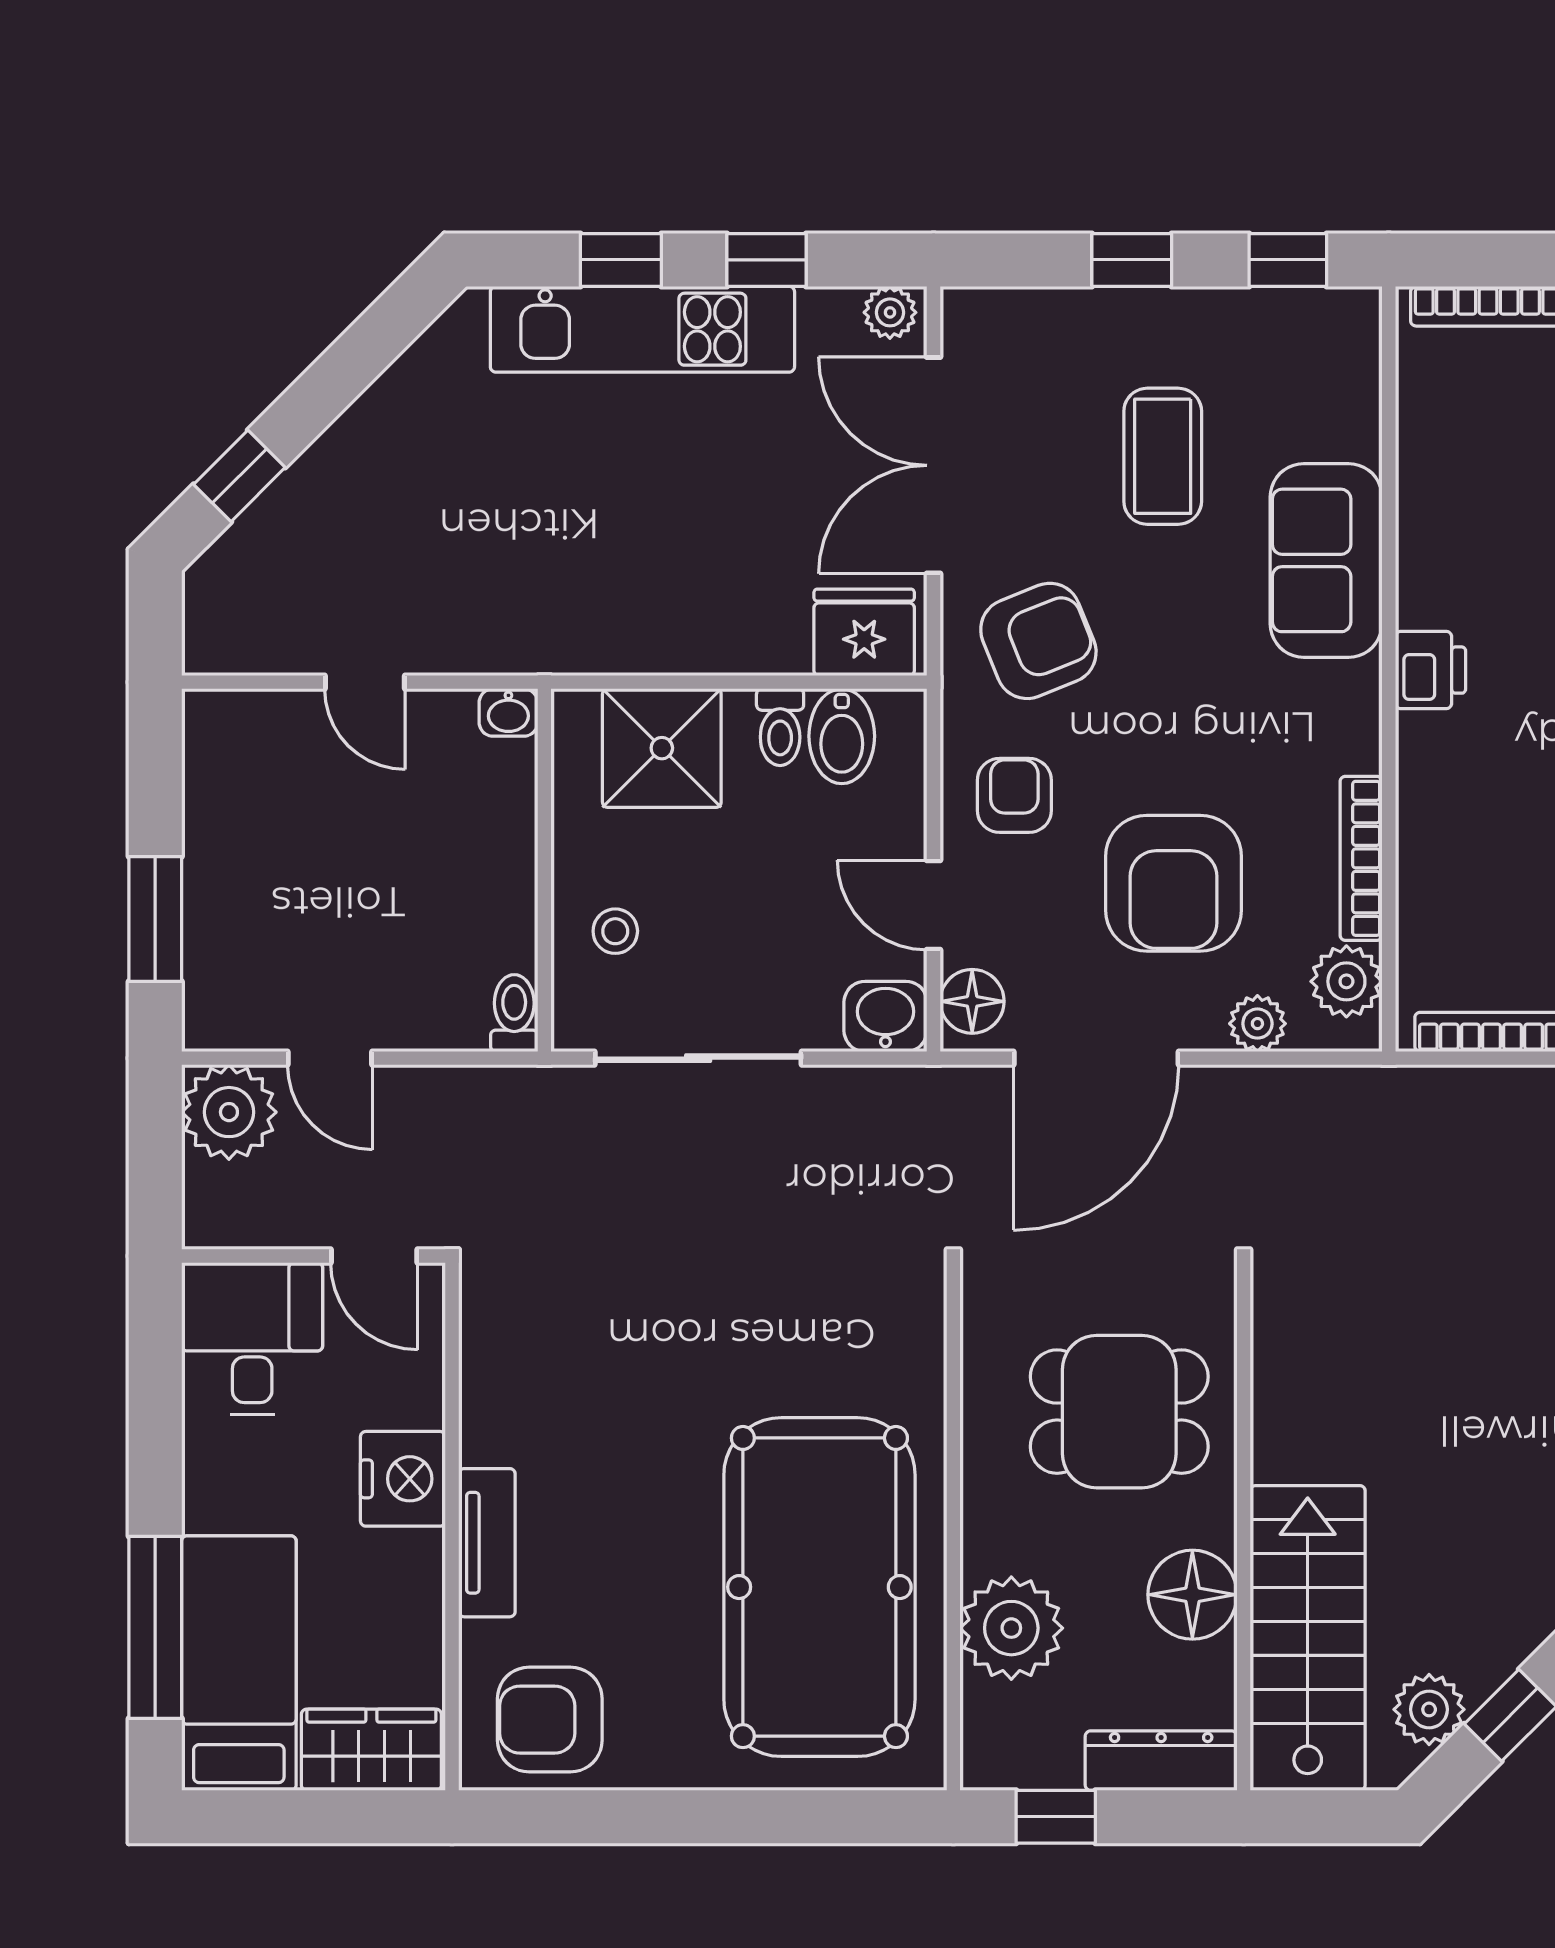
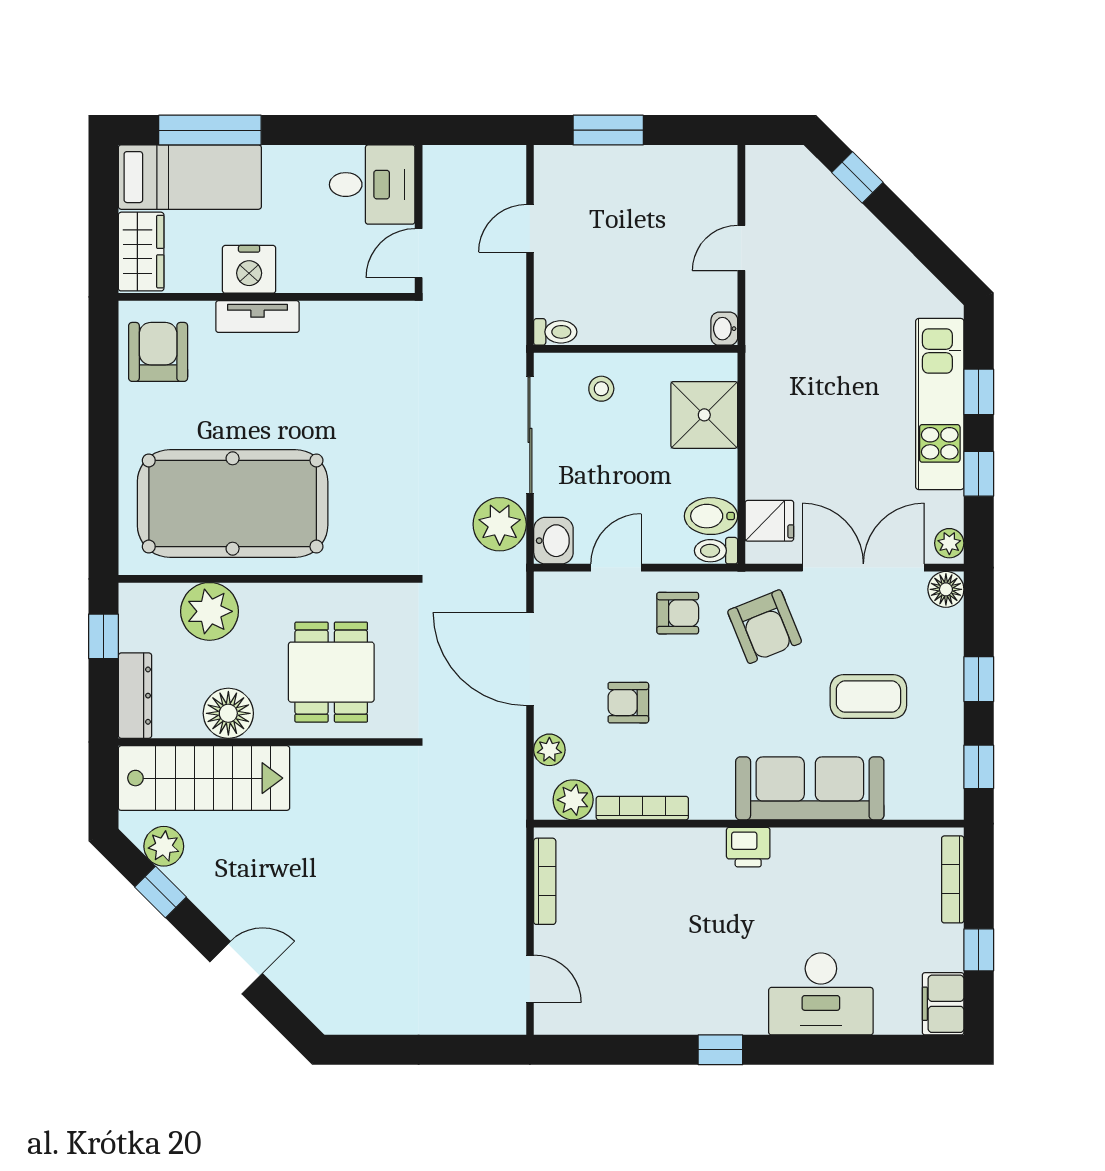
sofa: (1326, 560) -> (810, 788), width x1.36
fridge: (864, 632) -> (769, 521), width x0.72
toilet: (780, 727) -> (716, 551), moved
armchair: (1173, 883) -> (628, 703), width x0.53, depth x0.53
floor lamp: (972, 1001) -> (946, 589), moved
plant: (229, 1112) -> (500, 524), moved
nightstand: (403, 1479) -> (249, 269), moved

